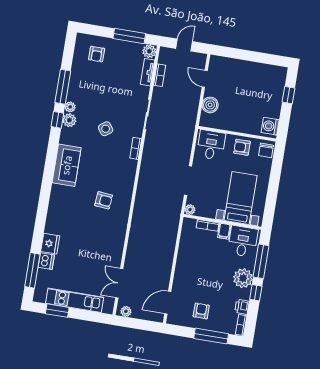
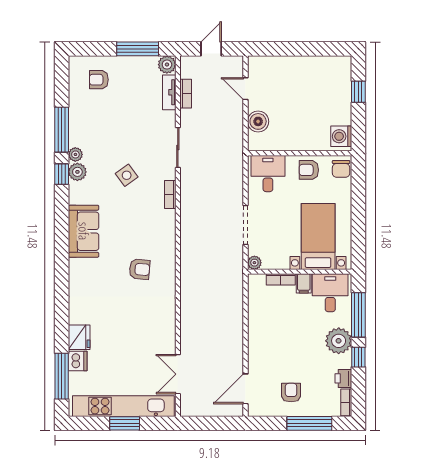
armchair: (97, 54) -> (99, 80), turned 90
kitchen unit: (75, 300) -> (123, 406), width x1.36
window: (57, 311) -> (125, 423), moved
plant: (126, 311) -> (193, 409), removed

